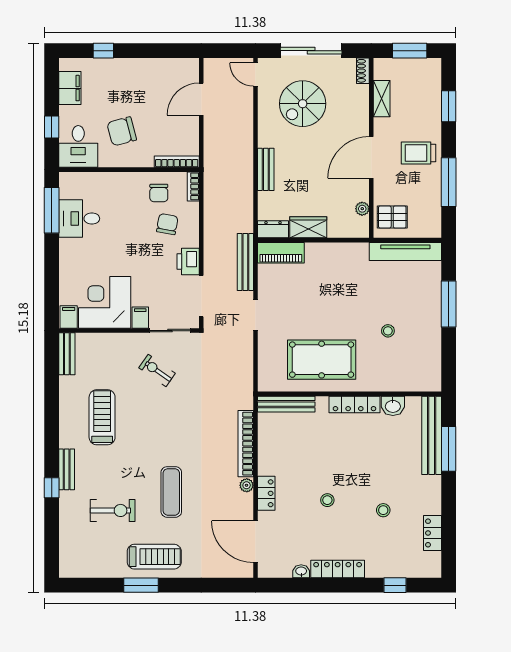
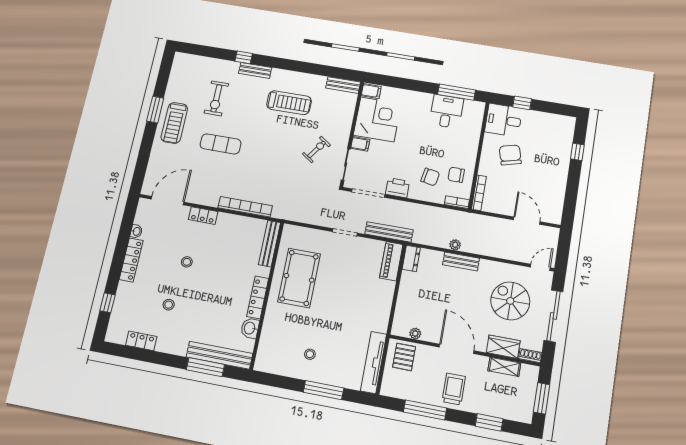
filing cabinet: (70, 88) -> (551, 122), removed
wardrobe: (308, 227) -> (503, 347), moved, turned -90
stool: (388, 331) -> (310, 354), moved
plant: (247, 485) -> (455, 245), moved

